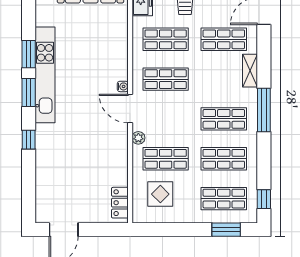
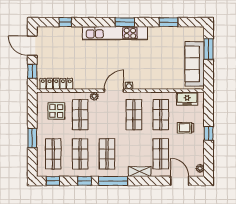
window: (29, 54) -> (168, 22), moved
kitchen unit: (45, 75) -> (115, 33), moved
window: (29, 140) -> (65, 22), moved
window: (264, 152) -> (85, 181), added
locker: (120, 203) -> (56, 84), width x1.53
window: (101, 230) -> (32, 71), added
window: (226, 230) -> (32, 138), moved

